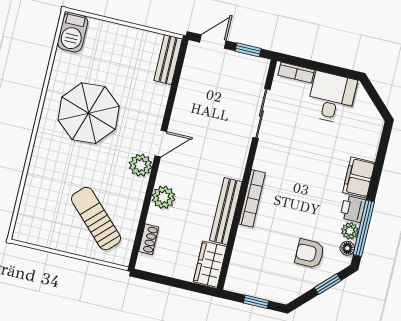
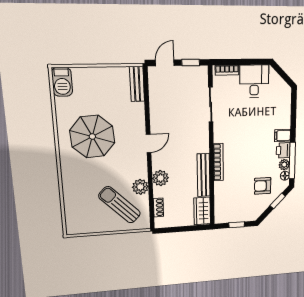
plant: (141, 165) -> (140, 187), moved
filing cabinet: (359, 177) -> (283, 135), width x0.50

